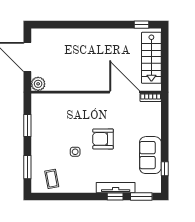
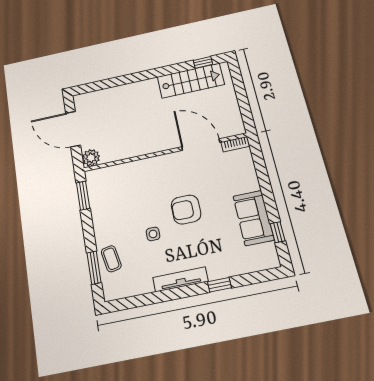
stairs: (151, 58) -> (191, 81), moved, turned -90
window: (27, 125) -> (83, 195), moved
coffee table: (52, 179) -> (111, 259), moved
tv unit: (116, 188) -> (180, 279), moved
window: (141, 196) -> (255, 278), removed

